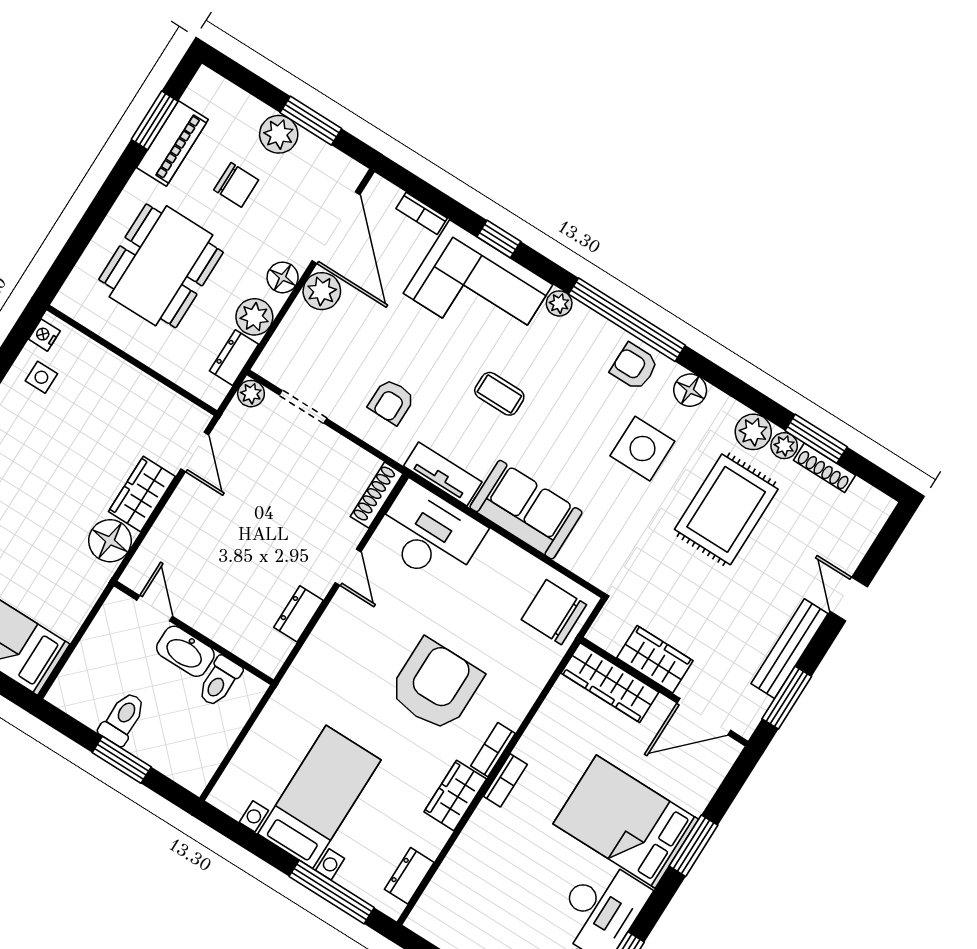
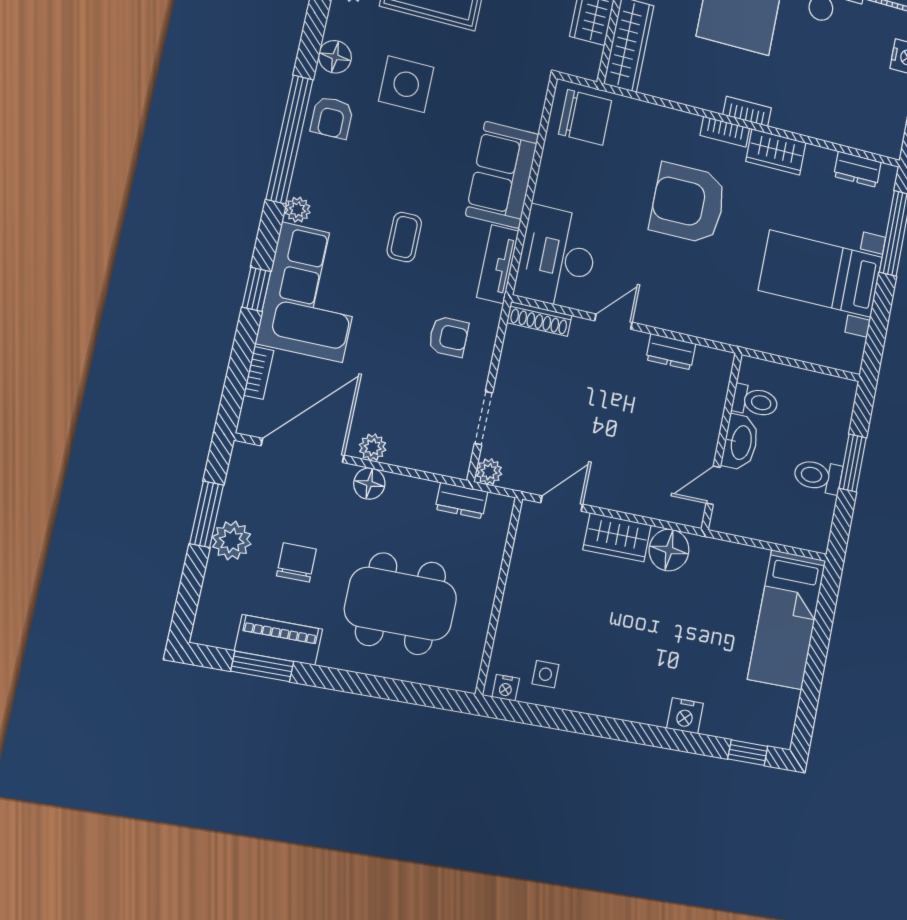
plant: (322, 291) -> (373, 447), width x0.73, depth x0.73
plant: (254, 317) -> (416, 496), removed
chair: (554, 612) -> (585, 117), turned -90

